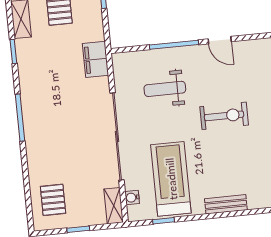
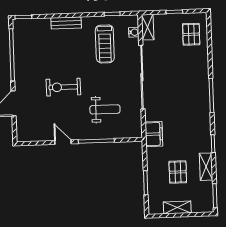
treadmill: (171, 179) -> (105, 44), width x0.73, depth x0.73

